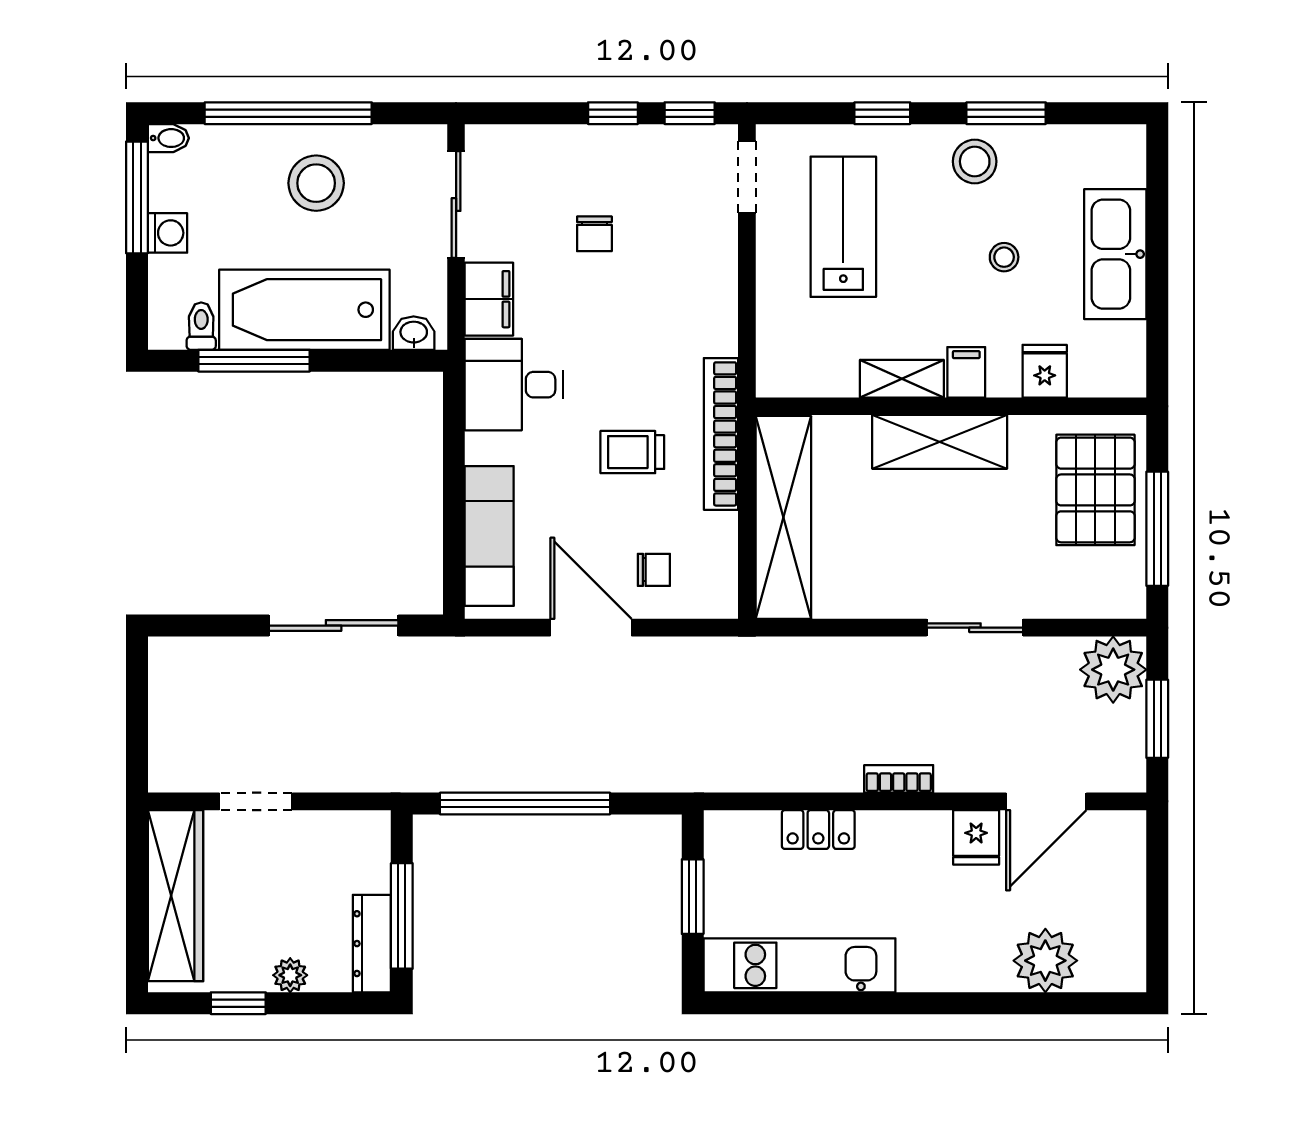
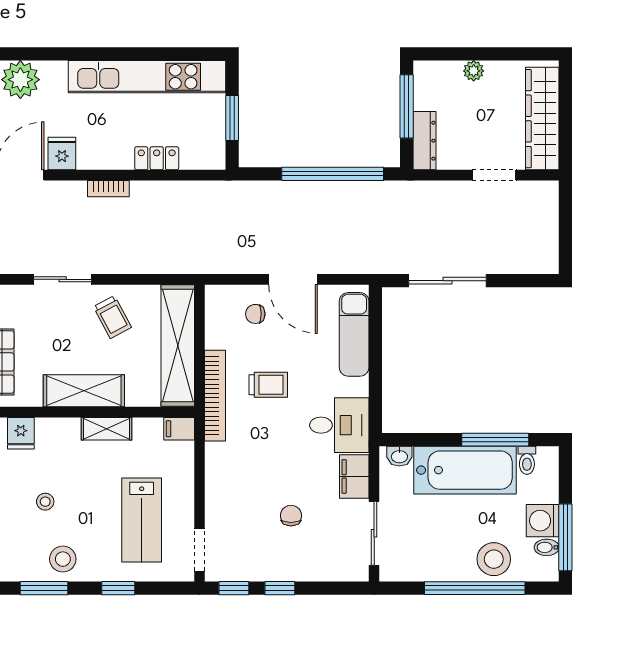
bidet: (168, 138) -> (547, 547), moved
stool: (316, 183) -> (494, 559), moved
washing machine: (168, 233) -> (543, 521), width x1.38, depth x1.38
filing cabinet: (966, 372) -> (179, 429), moved, turned 90
trolley: (892, 565) -> (112, 317), added
dresser: (372, 944) -> (425, 141), moved
kitchen unit: (799, 965) -> (147, 77), width x1.36
window: (238, 1003) -> (505, 54), removed

